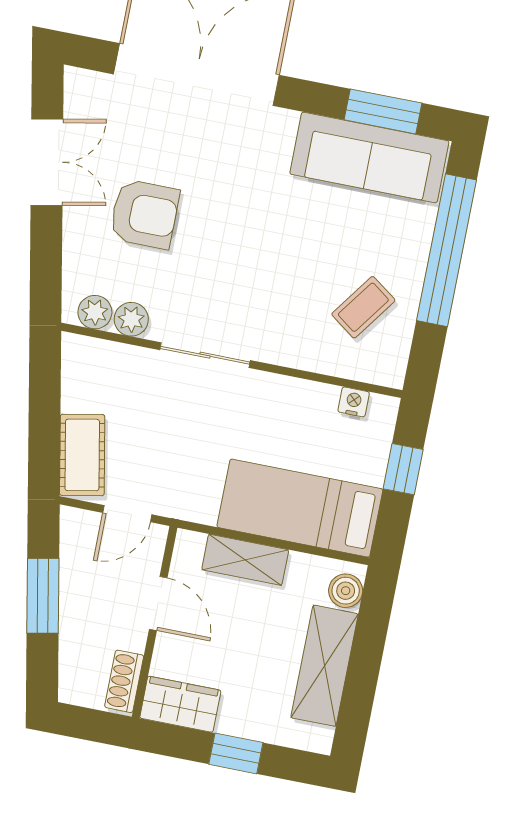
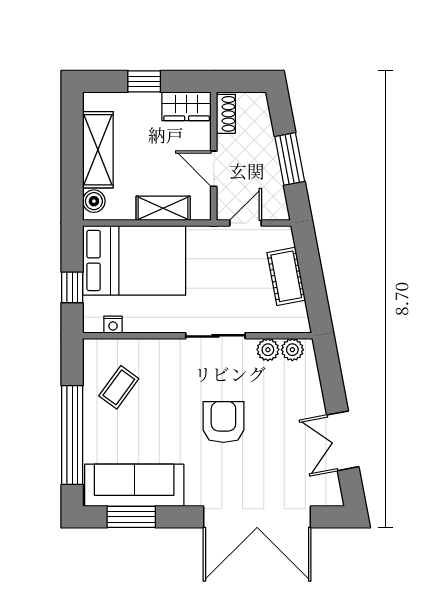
armchair: (144, 214) -> (223, 422), moved, turned 90
cot: (82, 455) -> (286, 276), moved
bed: (300, 508) -> (134, 260), width x1.50

